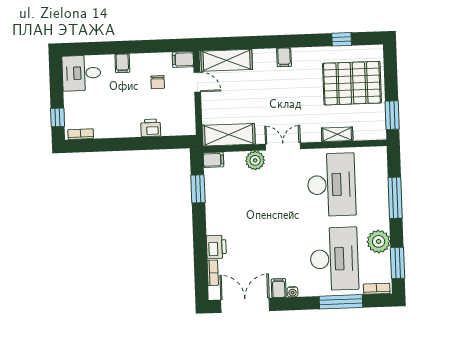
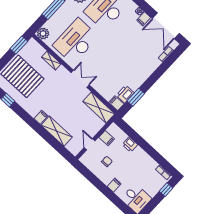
filing cabinet: (183, 59) -> (107, 138), moved
shelving: (227, 60) -> (57, 131), moved
double door: (283, 146) -> (80, 79), swing flipped
plant: (255, 160) -> (43, 34), moved
printer: (216, 247) -> (125, 94), moved

